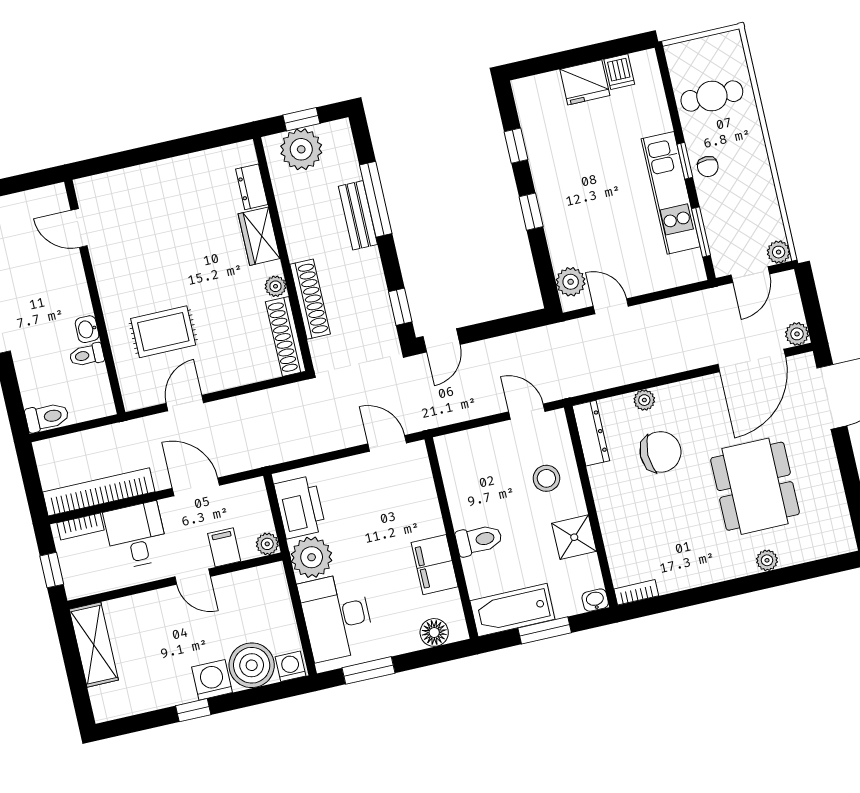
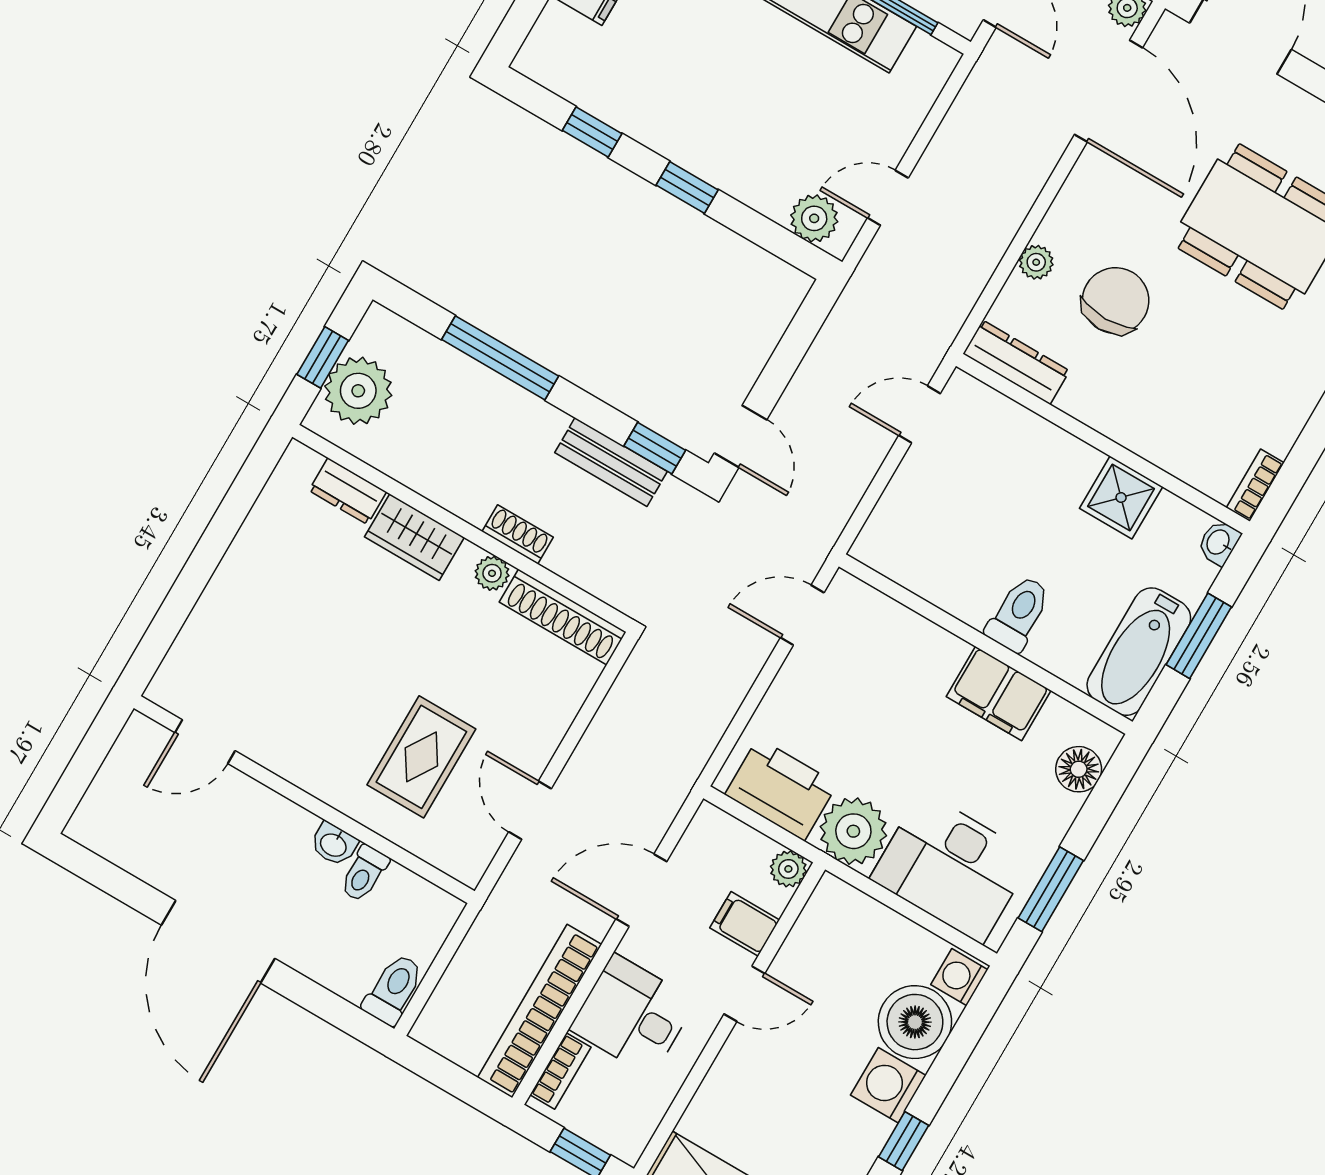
bench: (358, 215) -> (611, 462), moved
shoe rack: (310, 299) -> (518, 534), width x0.51, depth x0.81
stool: (546, 478) -> (1020, 465), removed

